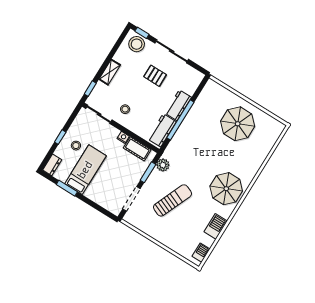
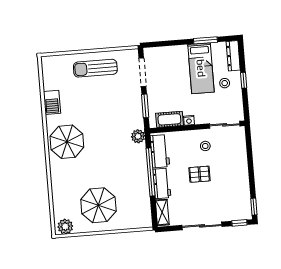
stool: (137, 44) -> (237, 210), removed
shelving: (110, 72) -> (162, 212), moved
pallet: (155, 76) -> (199, 174), moved
window: (90, 89) -> (254, 207), moved
plant: (274, 126) -> (65, 227), added
dresser: (52, 165) -> (233, 56), width x1.44
plant: (163, 165) -> (138, 136), moved
sun lounger: (172, 200) -> (95, 68), moved, turned 67
barbecue: (201, 253) -> (48, 70), removed

